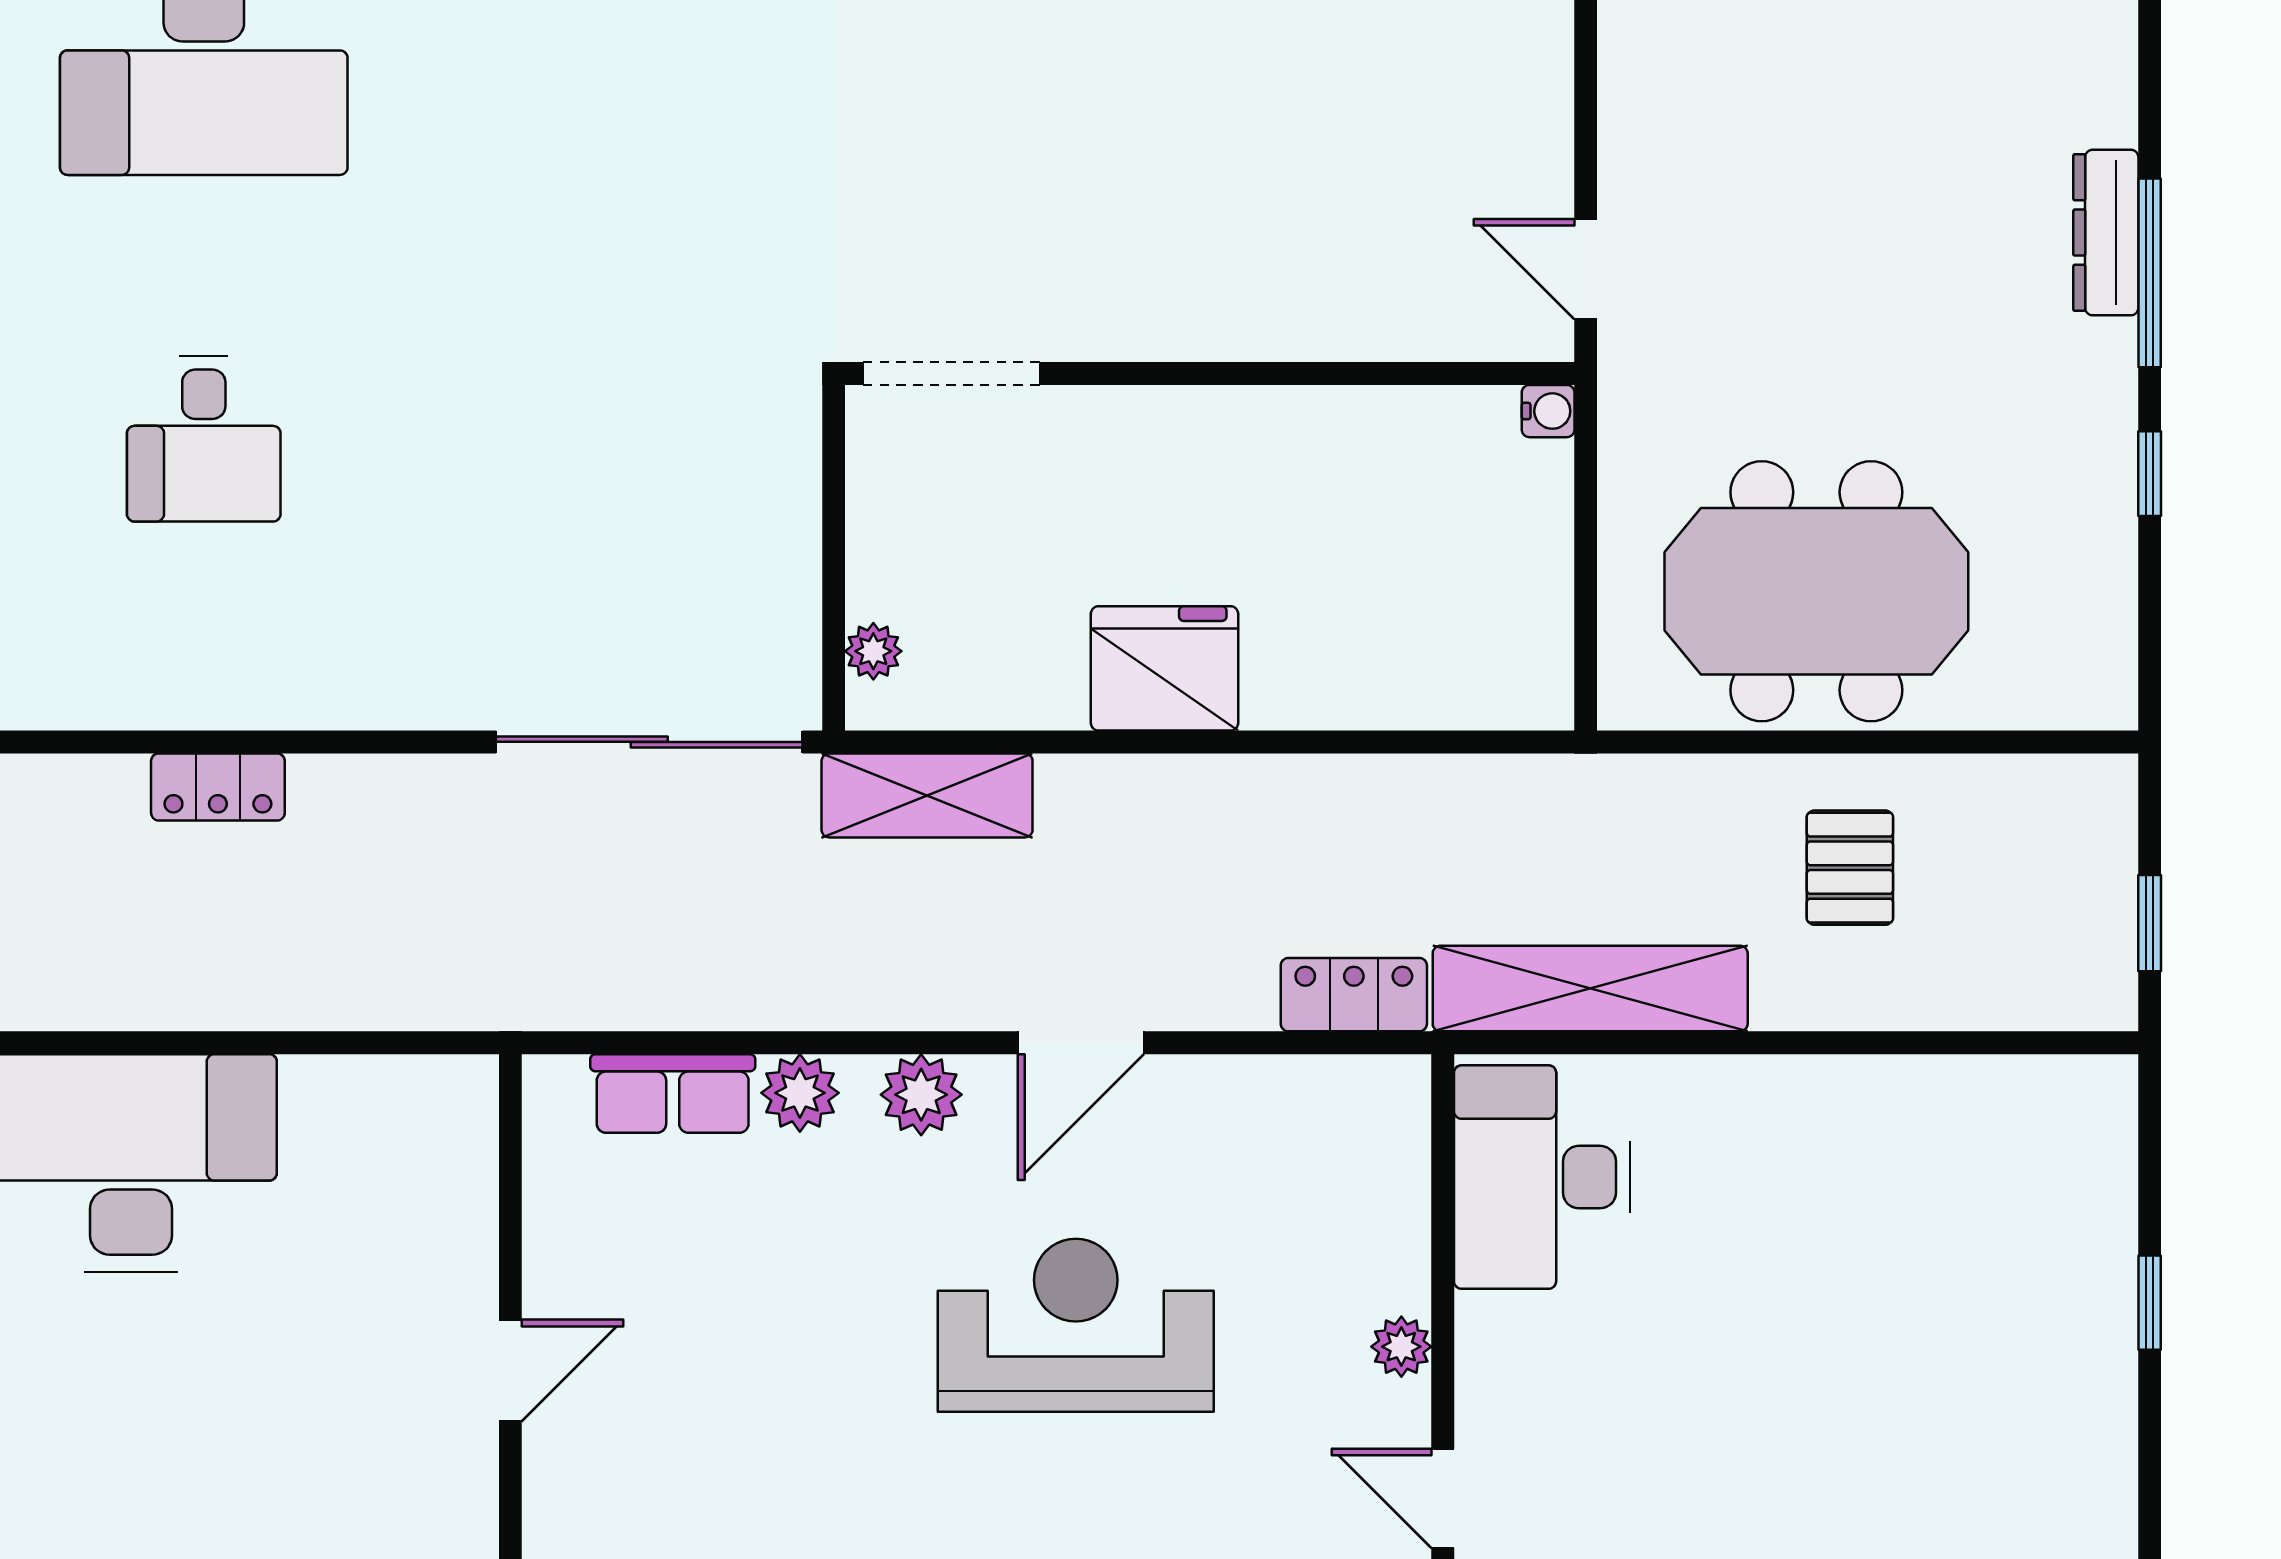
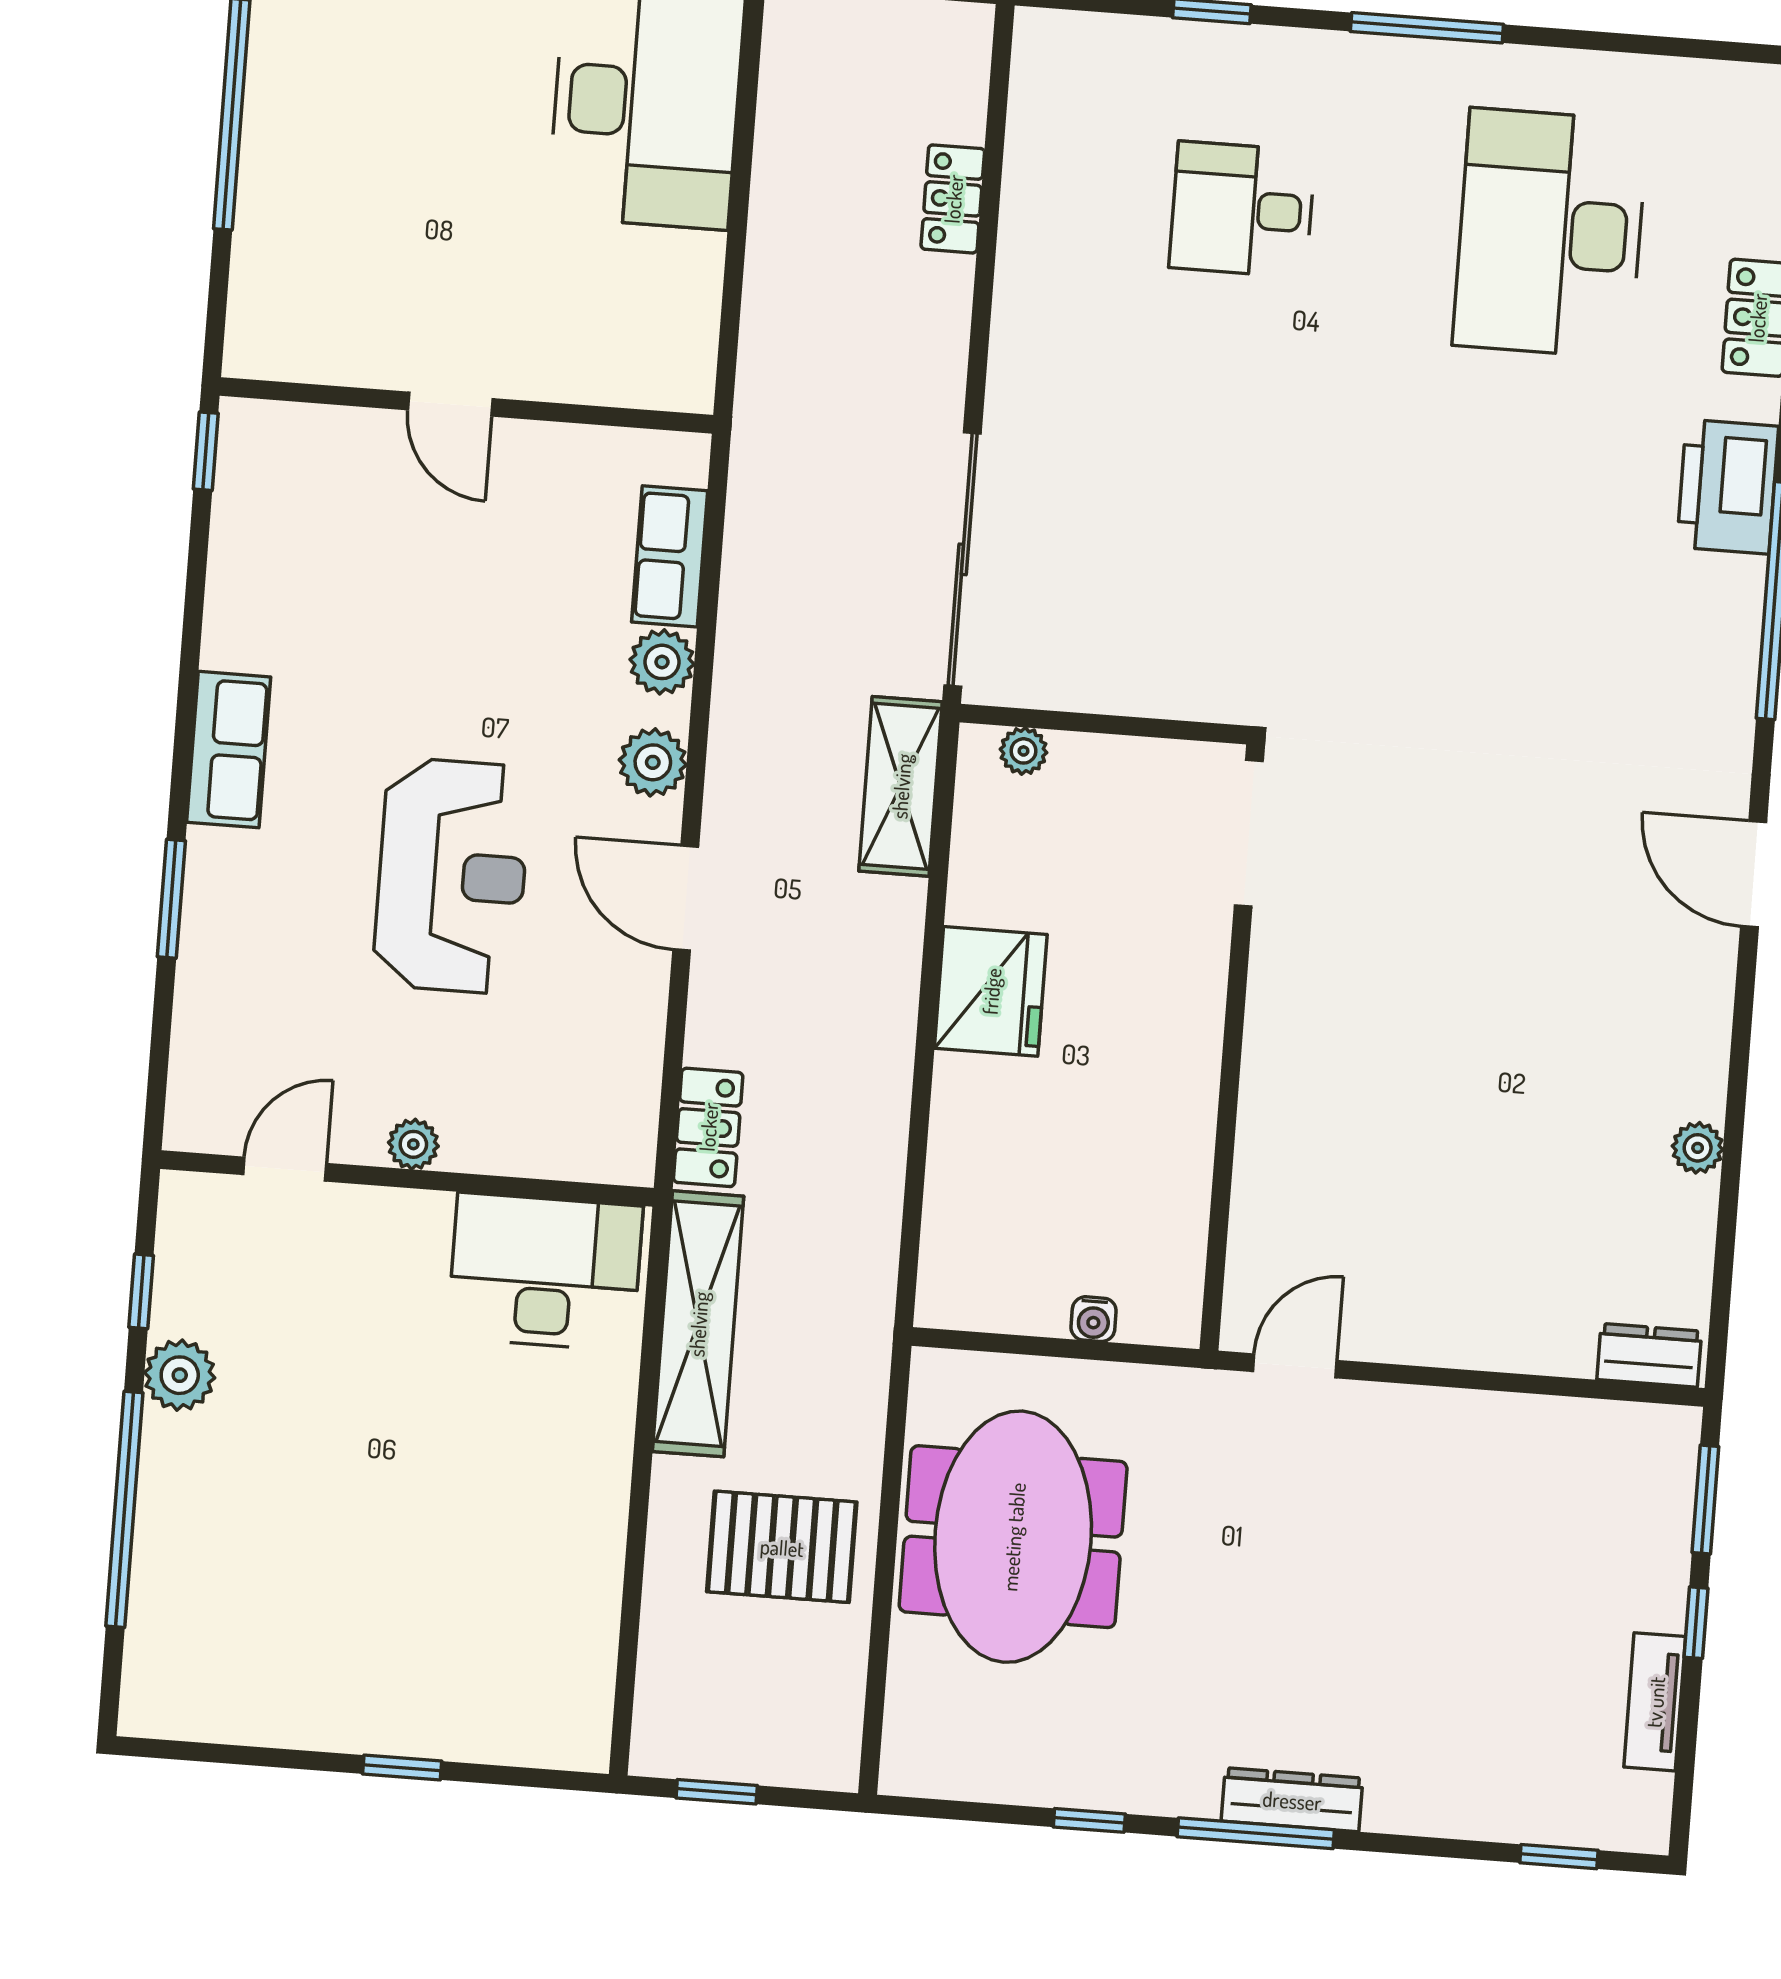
water cooler: (1548, 411) -> (1094, 1319), moved
pallet: (1850, 868) -> (782, 1547), width x1.50, depth x1.42

